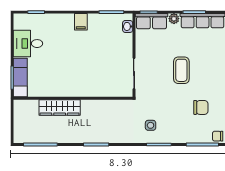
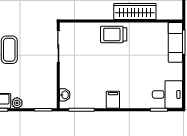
row of seats: (151, 21) -> (40, 100), removed
desk: (28, 44) -> (167, 94), moved
trolley: (80, 85) -> (114, 34), added

